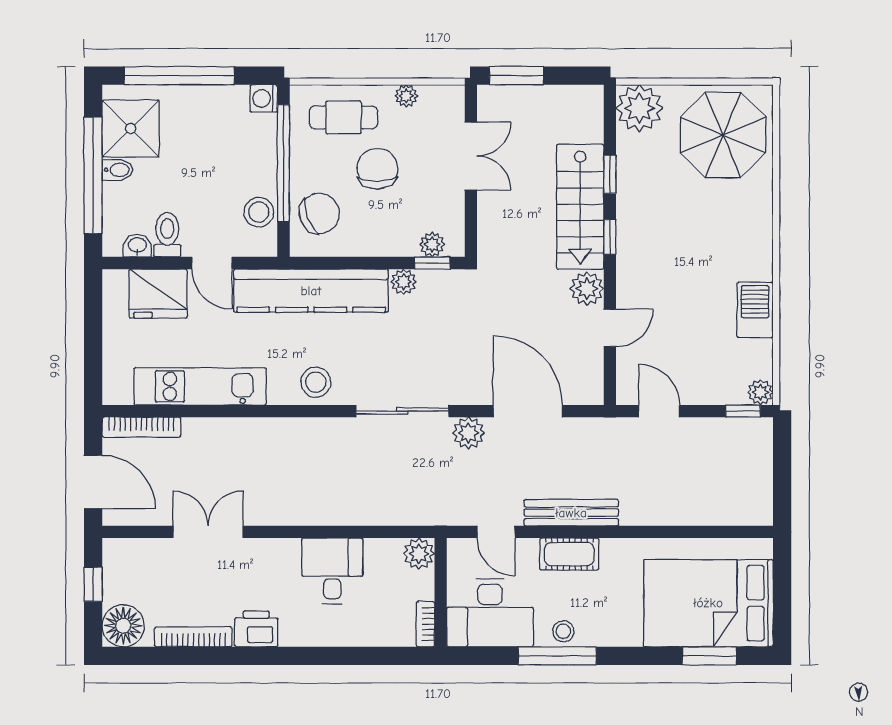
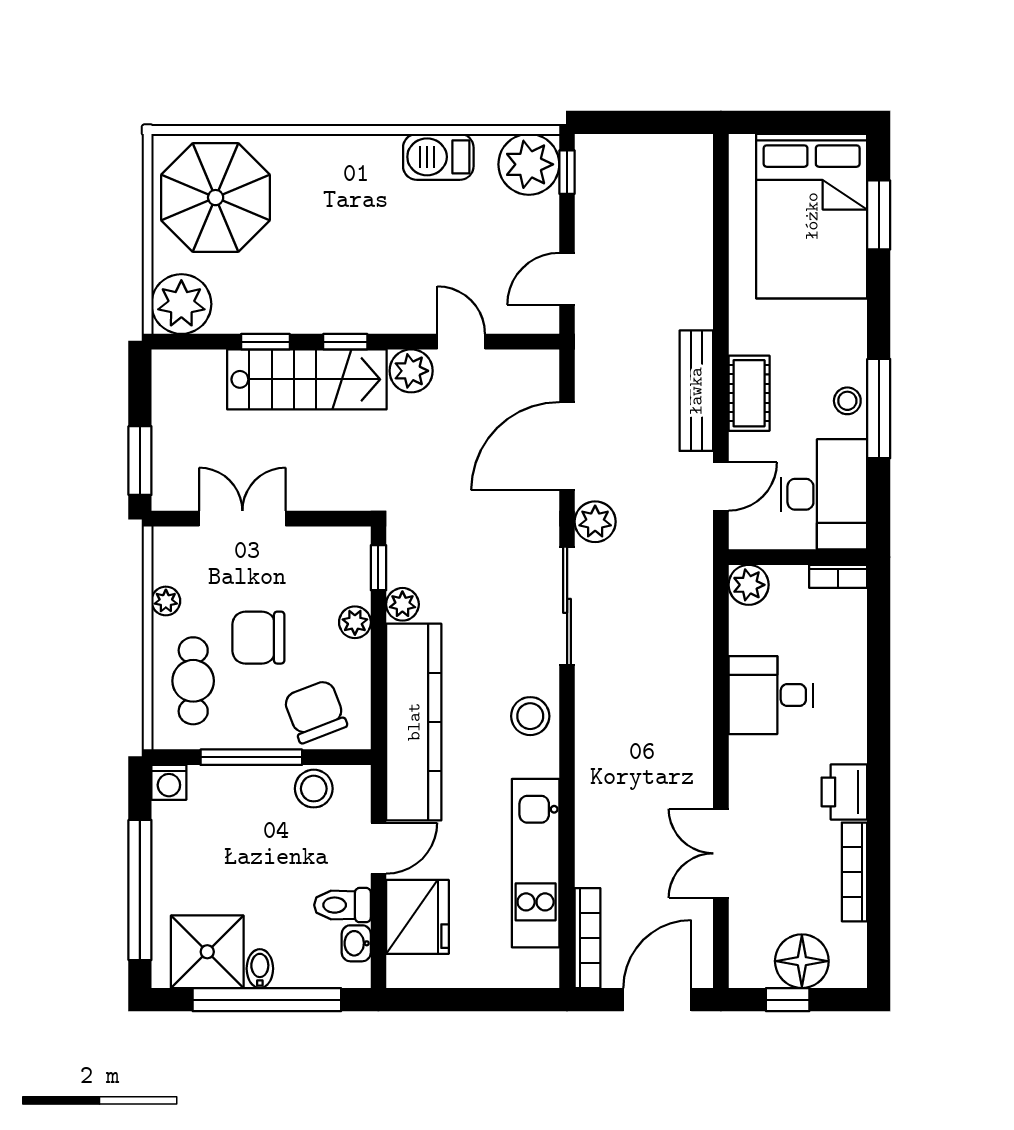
window: (283, 163) -> (251, 757), width x0.68
plant: (432, 244) -> (355, 622), moved
plant: (760, 392) -> (529, 164), width x1.87, depth x1.87
floor lamp: (123, 626) -> (802, 961), moved

